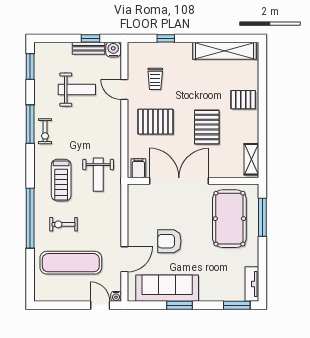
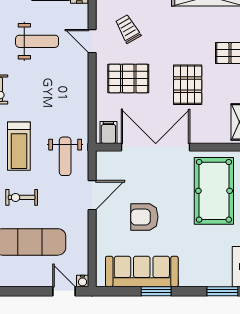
trolley: (155, 79) -> (128, 29), turned 150
weight bench: (98, 175) -> (65, 156), moved
door: (124, 259) -> (92, 195), moved

